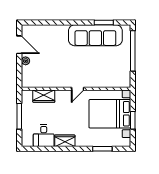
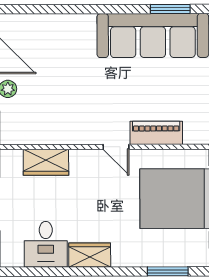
piano: (97, 82) -> (156, 133), added
door: (78, 89) -> (116, 147), hinge flipped

